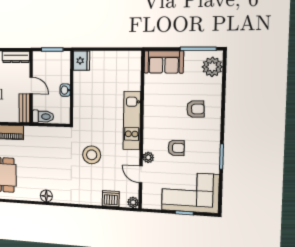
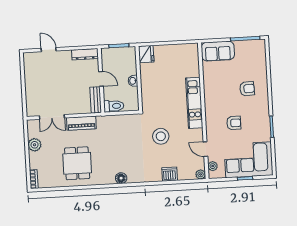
plant: (212, 67) -> (258, 53), removed
plant: (148, 157) -> (213, 166), moved
dishwasher: (111, 199) -> (170, 174), moved

